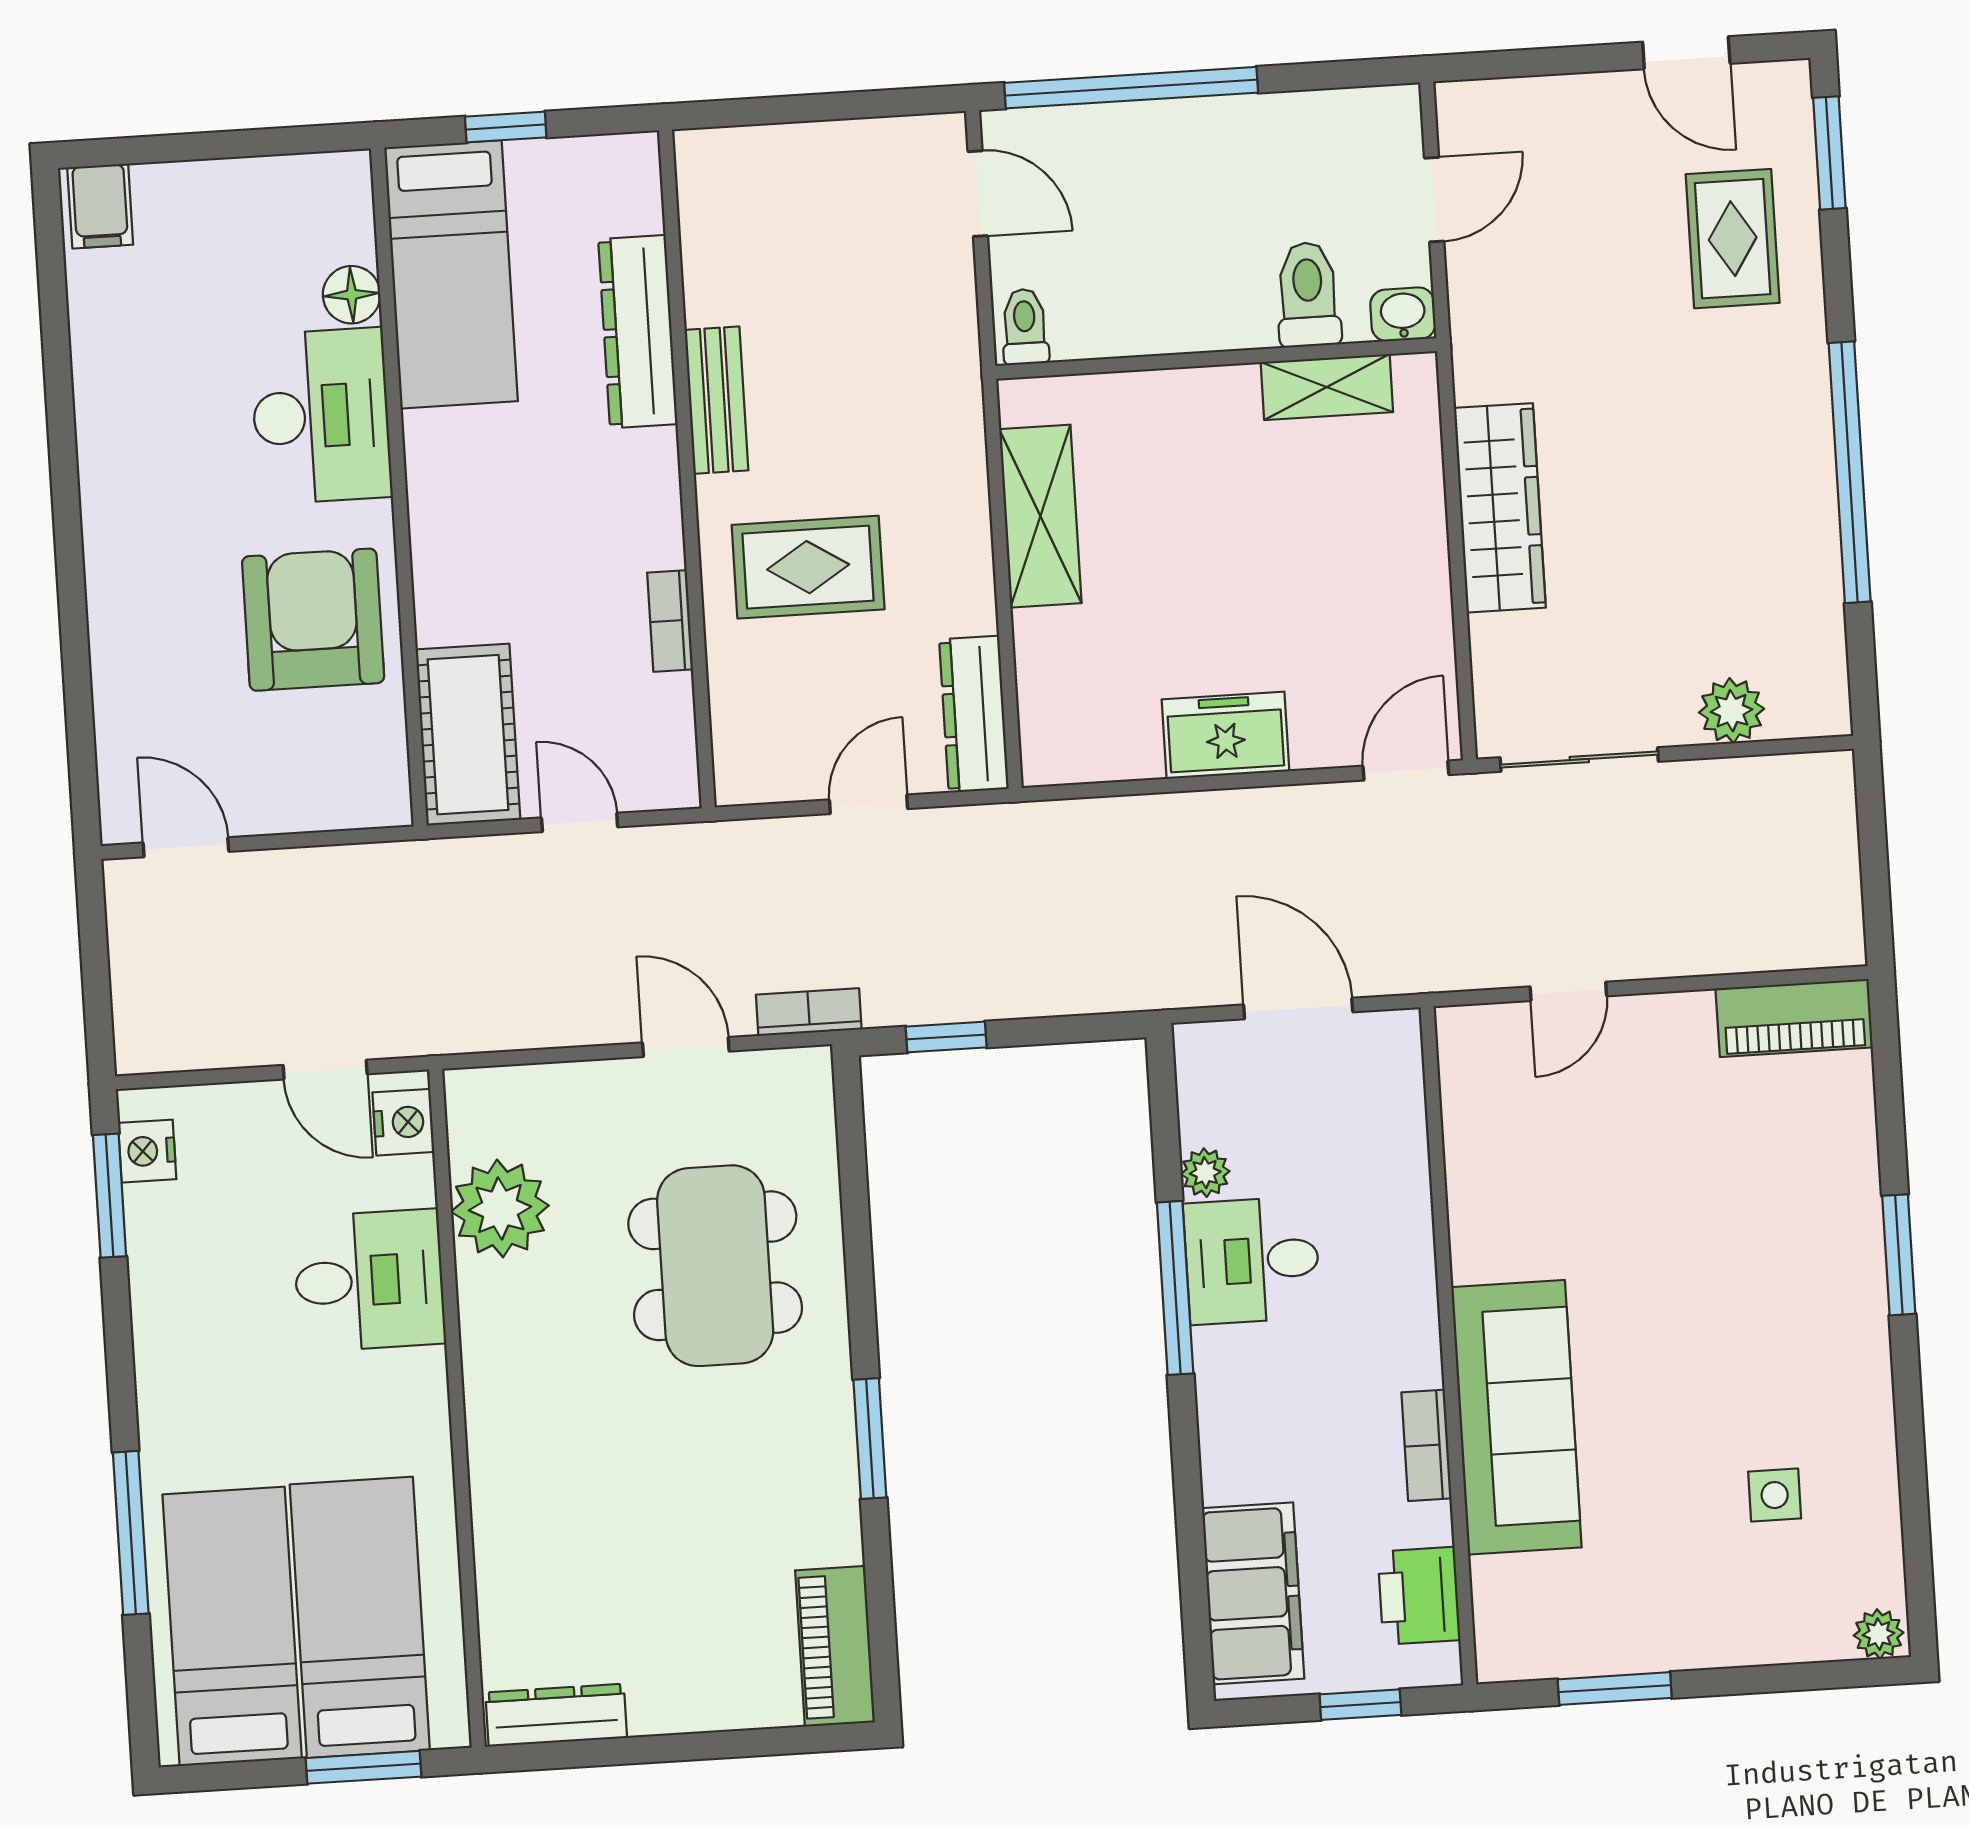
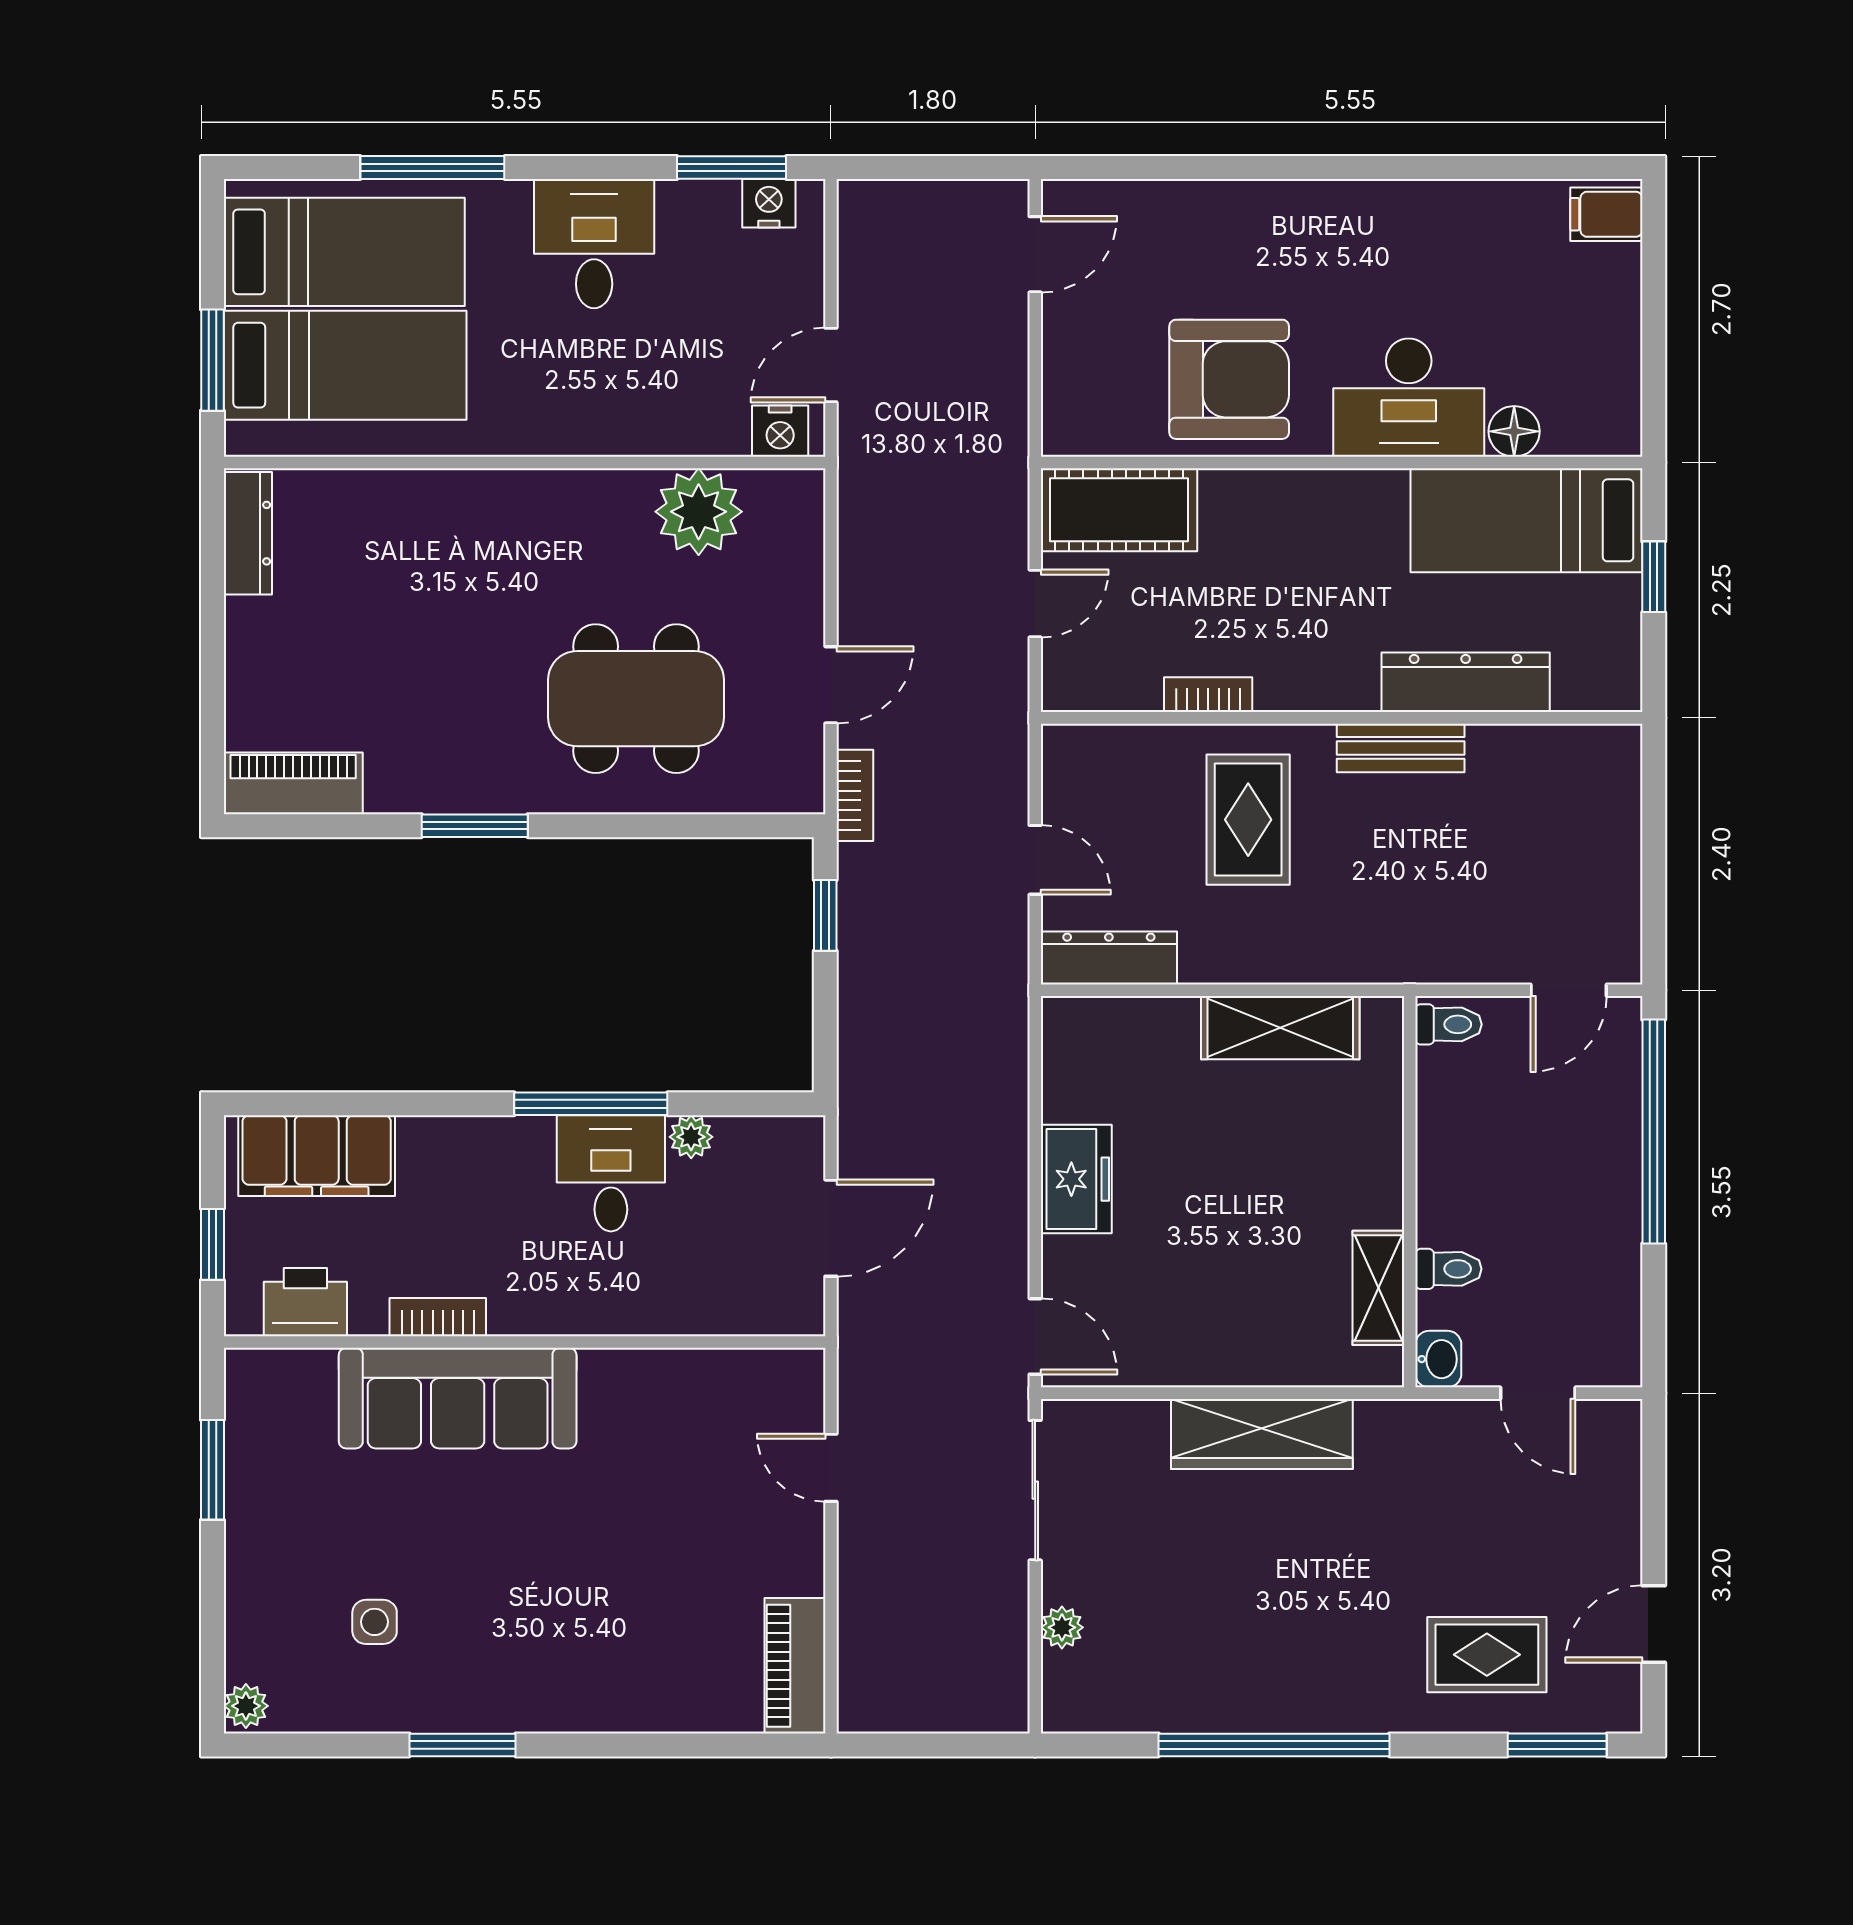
toilet: (1308, 294) -> (1448, 1269), width x0.73, depth x0.72
plant: (1732, 711) -> (1062, 1627), width x0.73, depth x0.73
window: (1899, 1255) -> (462, 1745), moved
desk: (369, 1280) -> (594, 244), moved, turned 180

